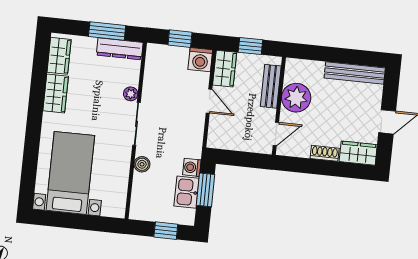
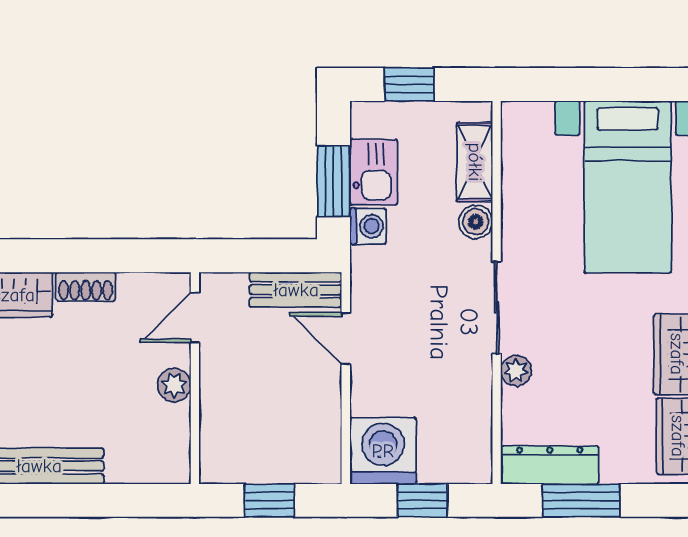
washing machine: (200, 60) -> (383, 451), width x1.37, depth x1.37
wardrobe: (225, 69) -> (320, 446), removed
bench: (271, 86) -> (296, 290), moved, turned 90
plant: (296, 98) -> (174, 385), width x0.53, depth x0.53
door: (209, 101) -> (346, 338), moved
shelving: (140, 192) -> (475, 162), added

